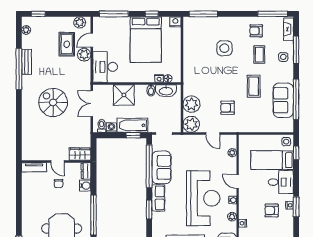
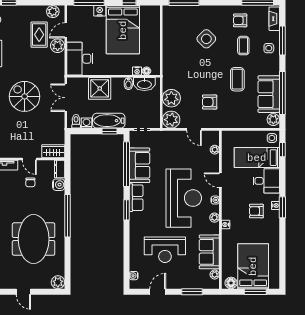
nightstand: (175, 22) -> (100, 11), moved
side table: (224, 48) -> (206, 39), turned 45
plant: (288, 124) -> (273, 120), added

